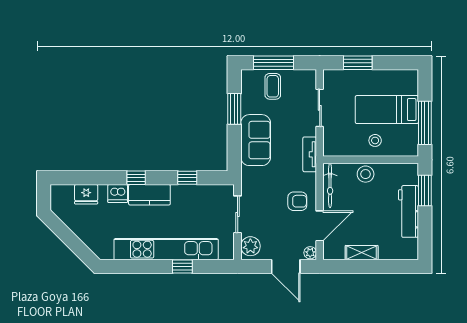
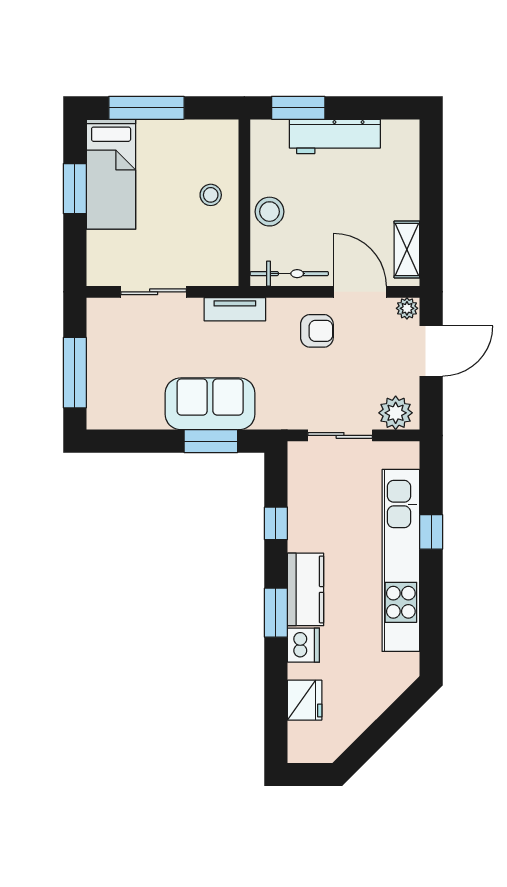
window: (358, 63) -> (75, 189), moved
coffee table: (273, 86) -> (116, 374), removed
window: (234, 109) -> (211, 441), moved
bed: (387, 110) -> (111, 174), moved
window: (425, 123) -> (146, 108), moved
window: (136, 178) -> (276, 613), width x1.50
armchair: (297, 201) -> (317, 331), turned 90
shelving: (362, 253) -> (407, 249), moved

